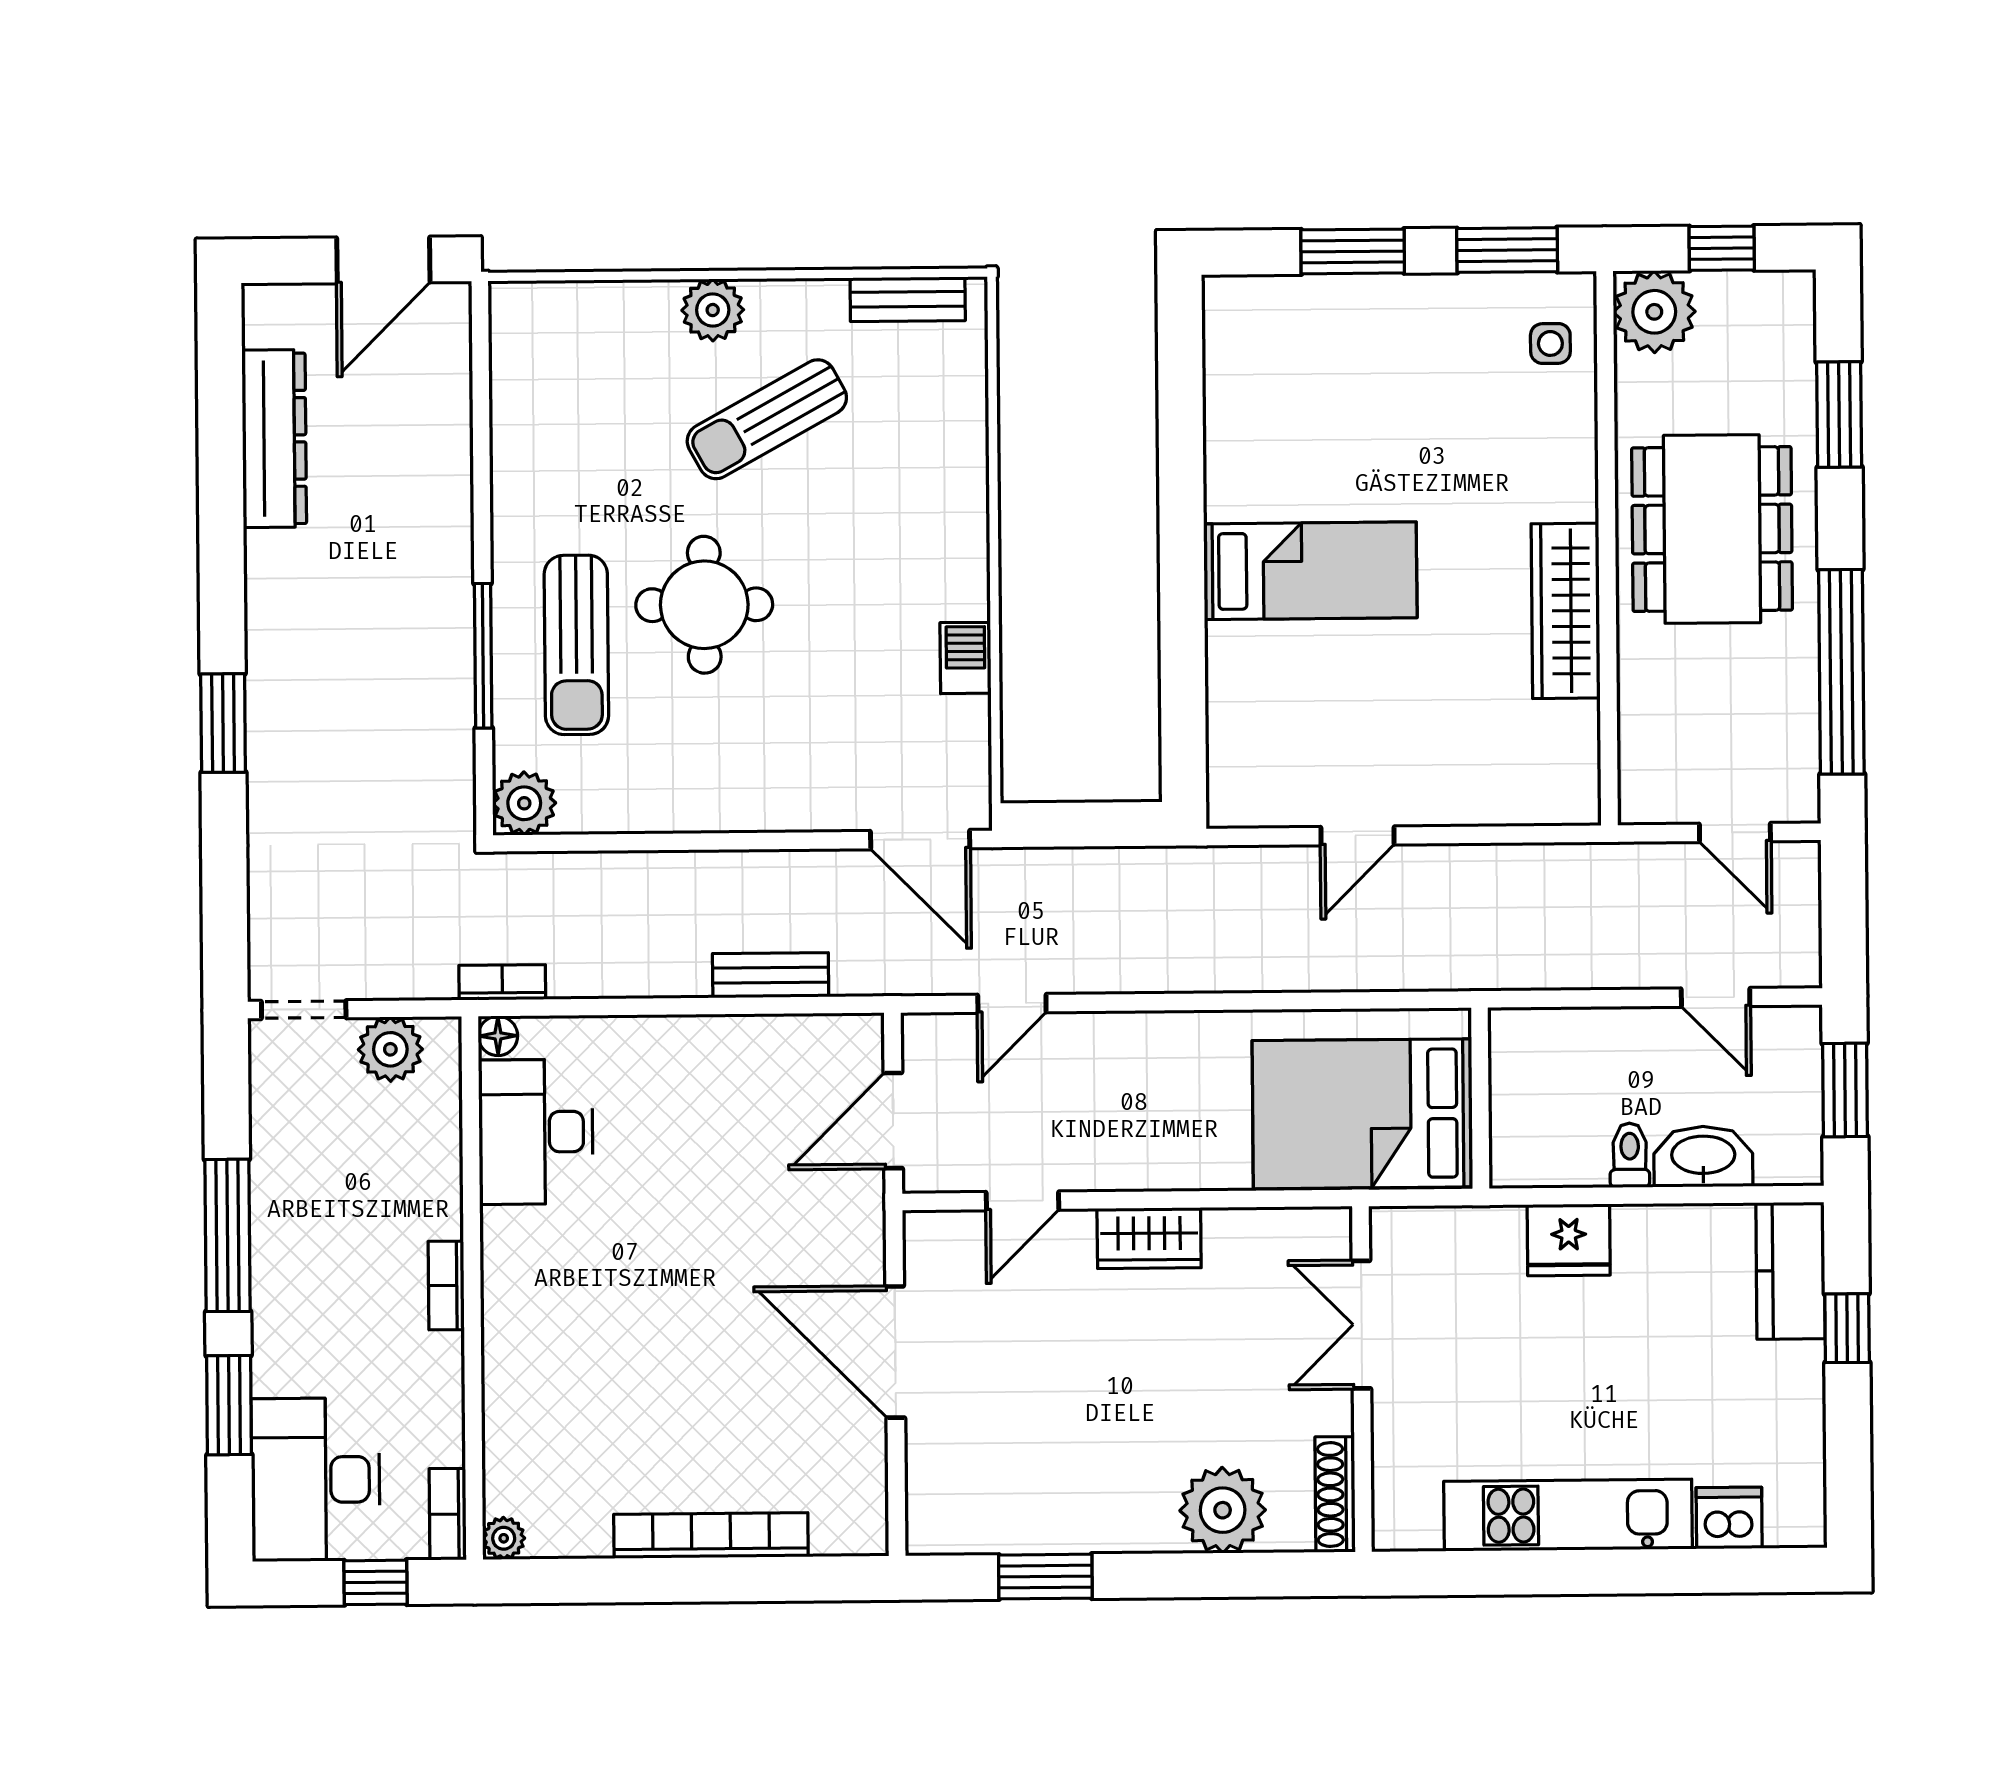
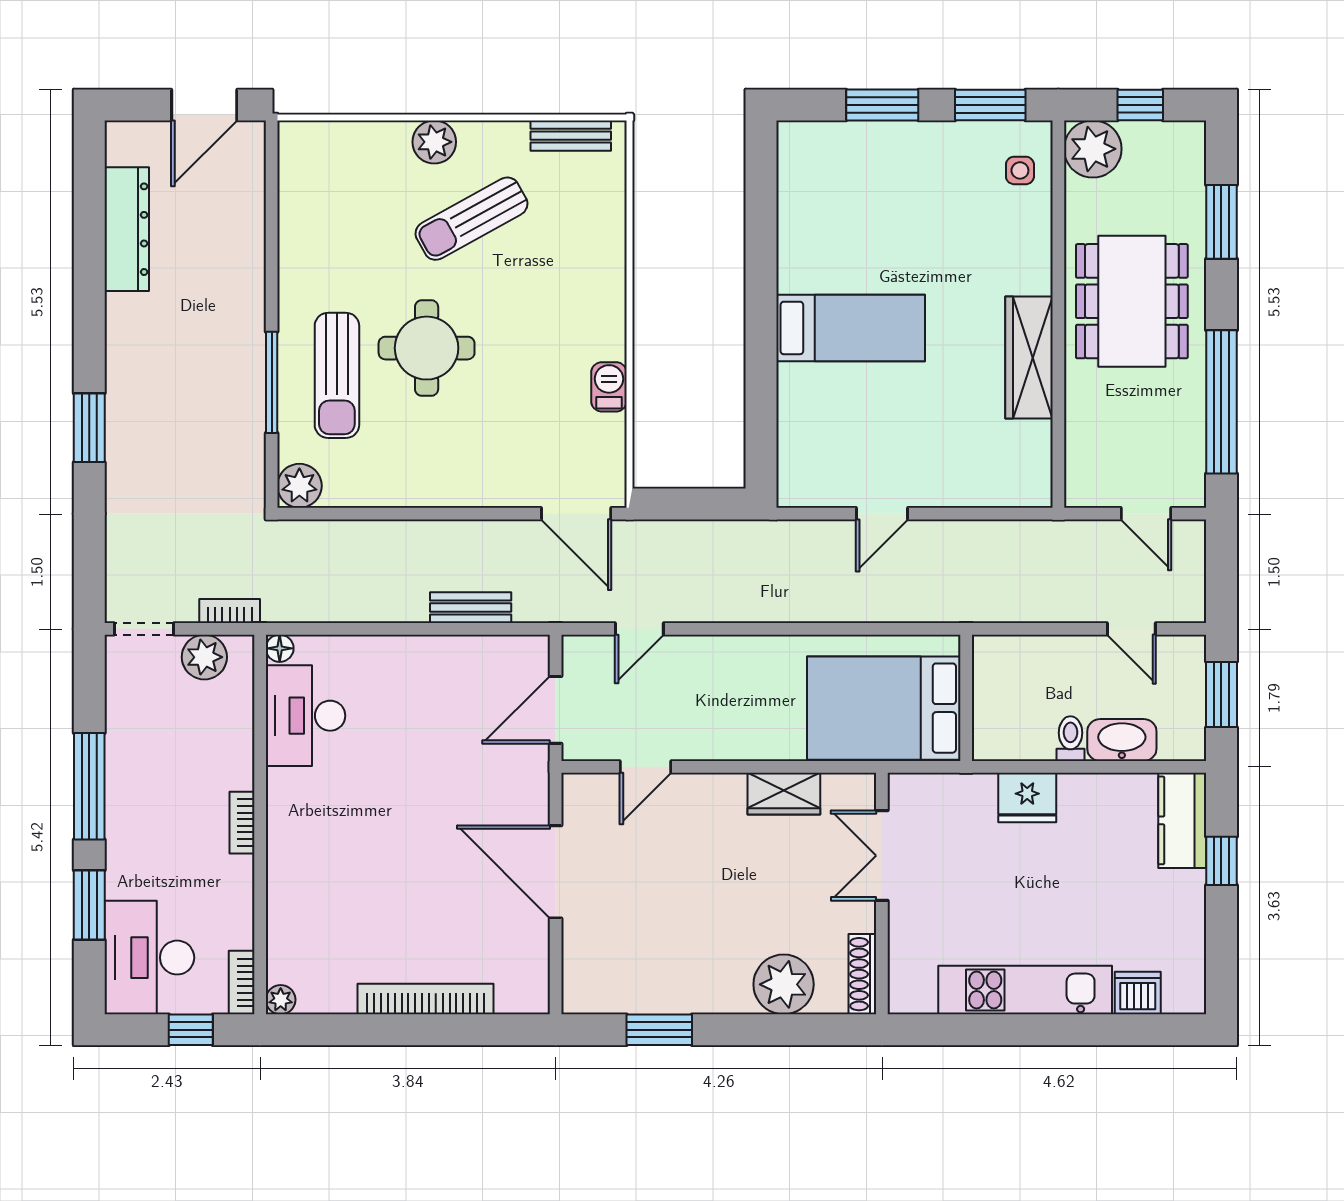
bookcase: (502, 982) -> (230, 611), moved
wardrobe: (1149, 1238) -> (784, 794), moved

